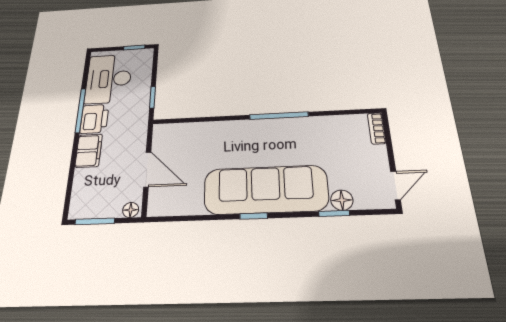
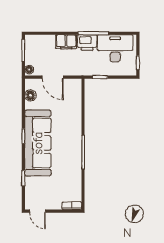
door: (147, 169) -> (53, 77), hinge flipped
floor lamp: (342, 200) -> (30, 95), moved

